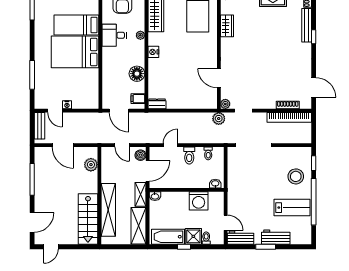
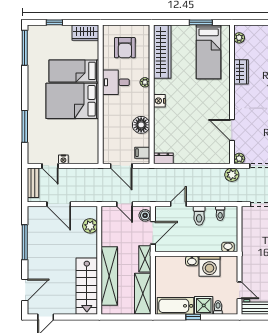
washbasin: (155, 196) -> (192, 261), moved

